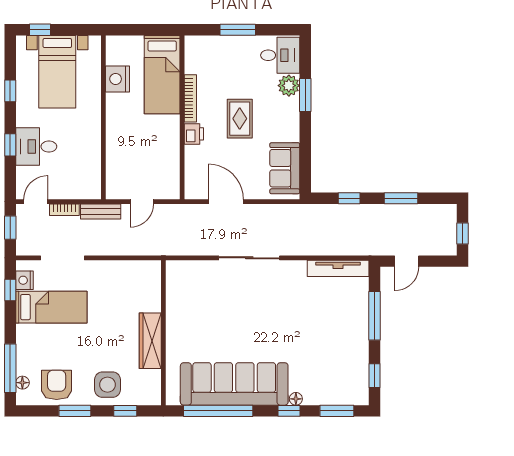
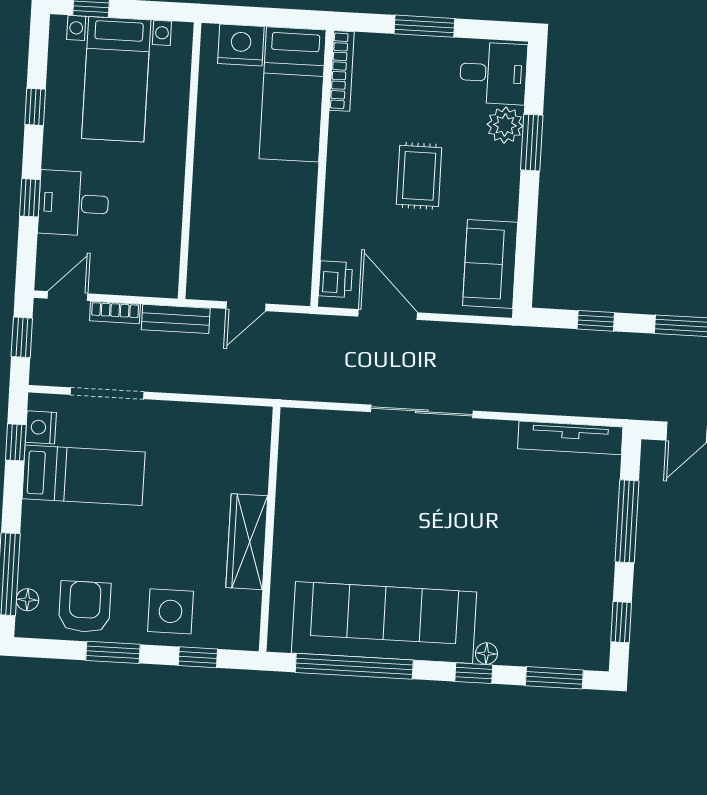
nightstand: (117, 79) -> (241, 45), moved, turned 90
bookcase: (190, 98) -> (342, 71), moved
printer: (194, 134) -> (336, 279), moved

